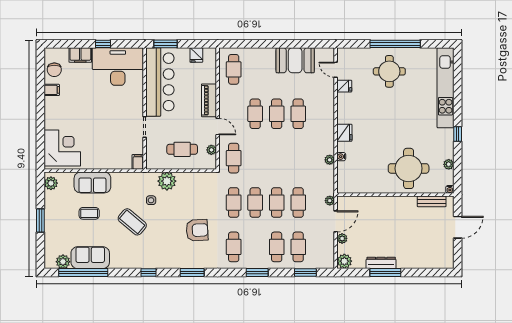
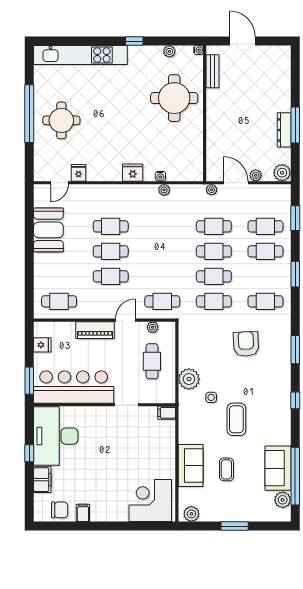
coffee table: (132, 222) -> (236, 419), turned -40

